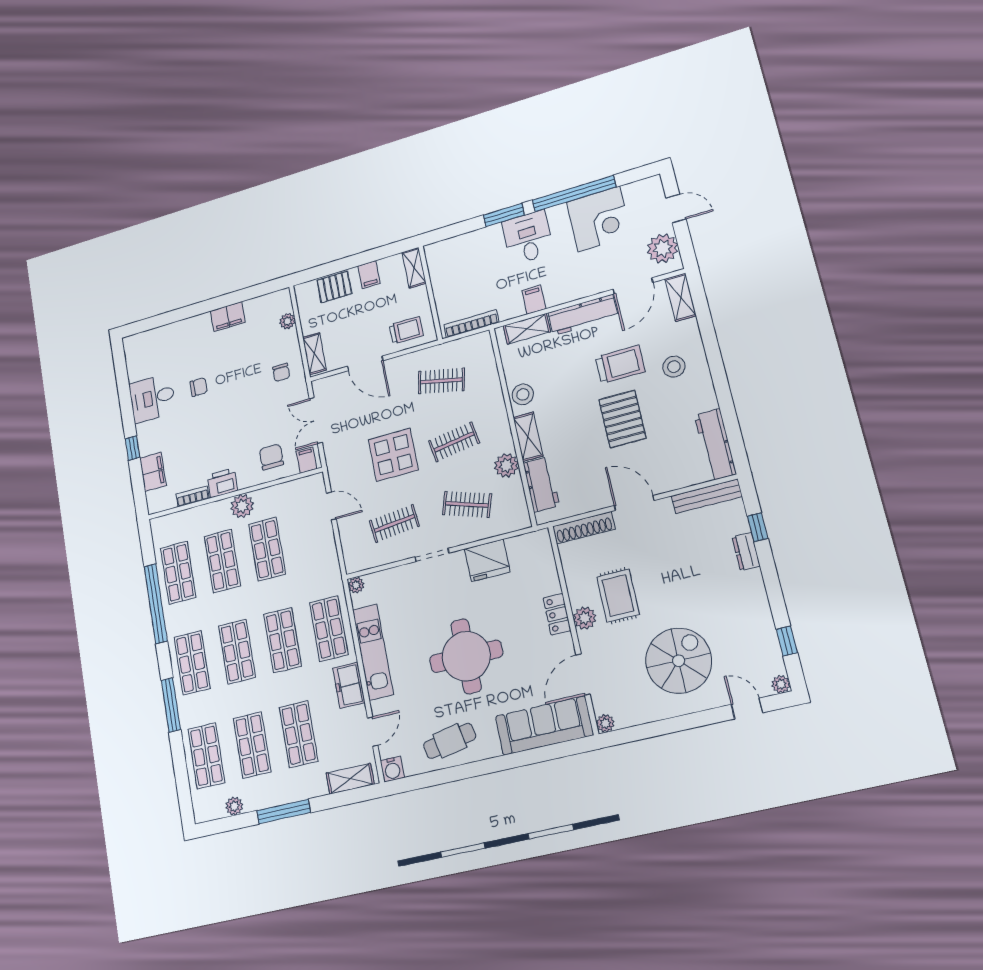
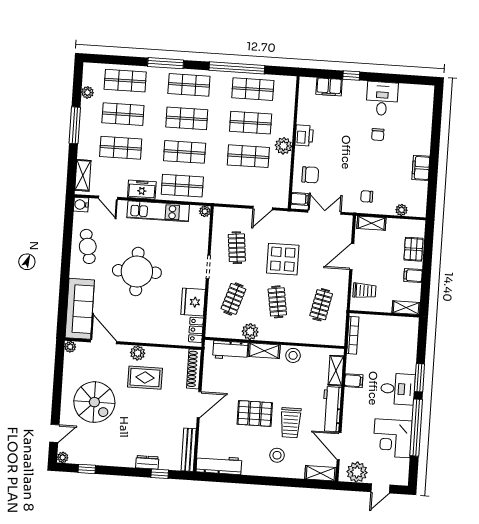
trolley: (406, 330) -> (364, 291), turned -90
bookcase: (193, 496) -> (302, 112), removed
locker: (557, 614) -> (196, 330), moved, turned -90

